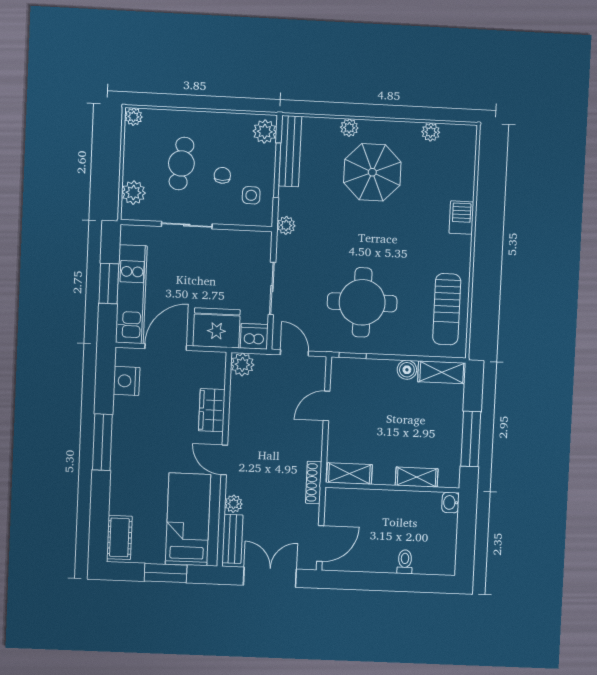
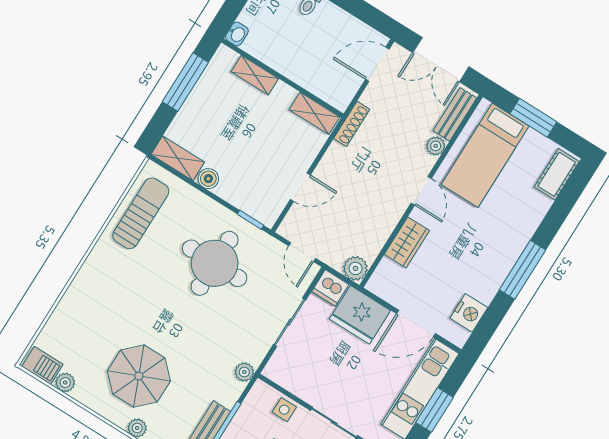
side table: (251, 195) -> (284, 410), moved
barbecue: (461, 218) -> (42, 365), moved, turned -90

